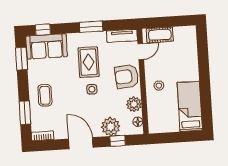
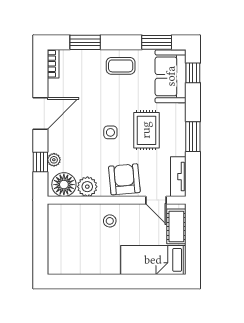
rug: (89, 62) -> (146, 130), turned 90
coffee table: (45, 95) -> (121, 66), moved
bed: (190, 106) -> (153, 260), moved, turned 180
floor lamp: (138, 122) -> (64, 185), width x1.89, depth x1.89
plant: (111, 127) -> (54, 160), width x0.53, depth x0.53

